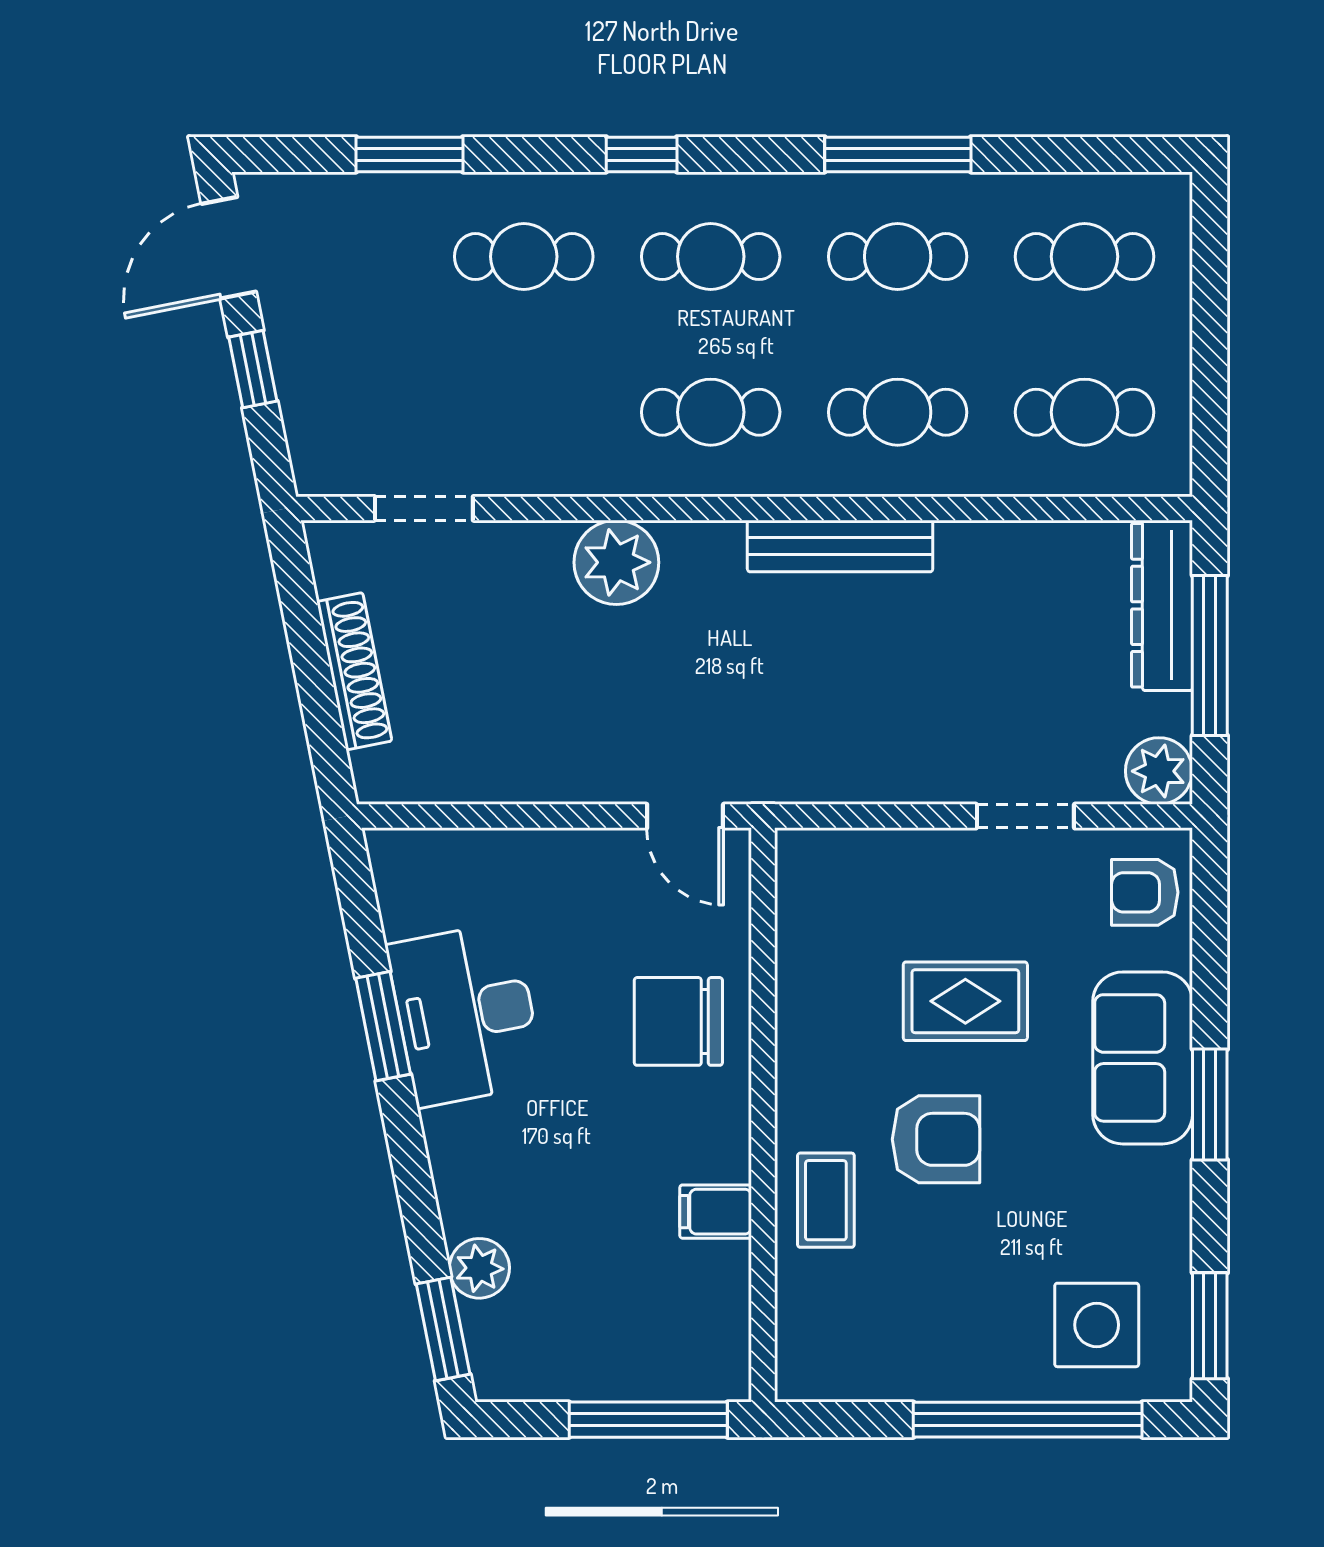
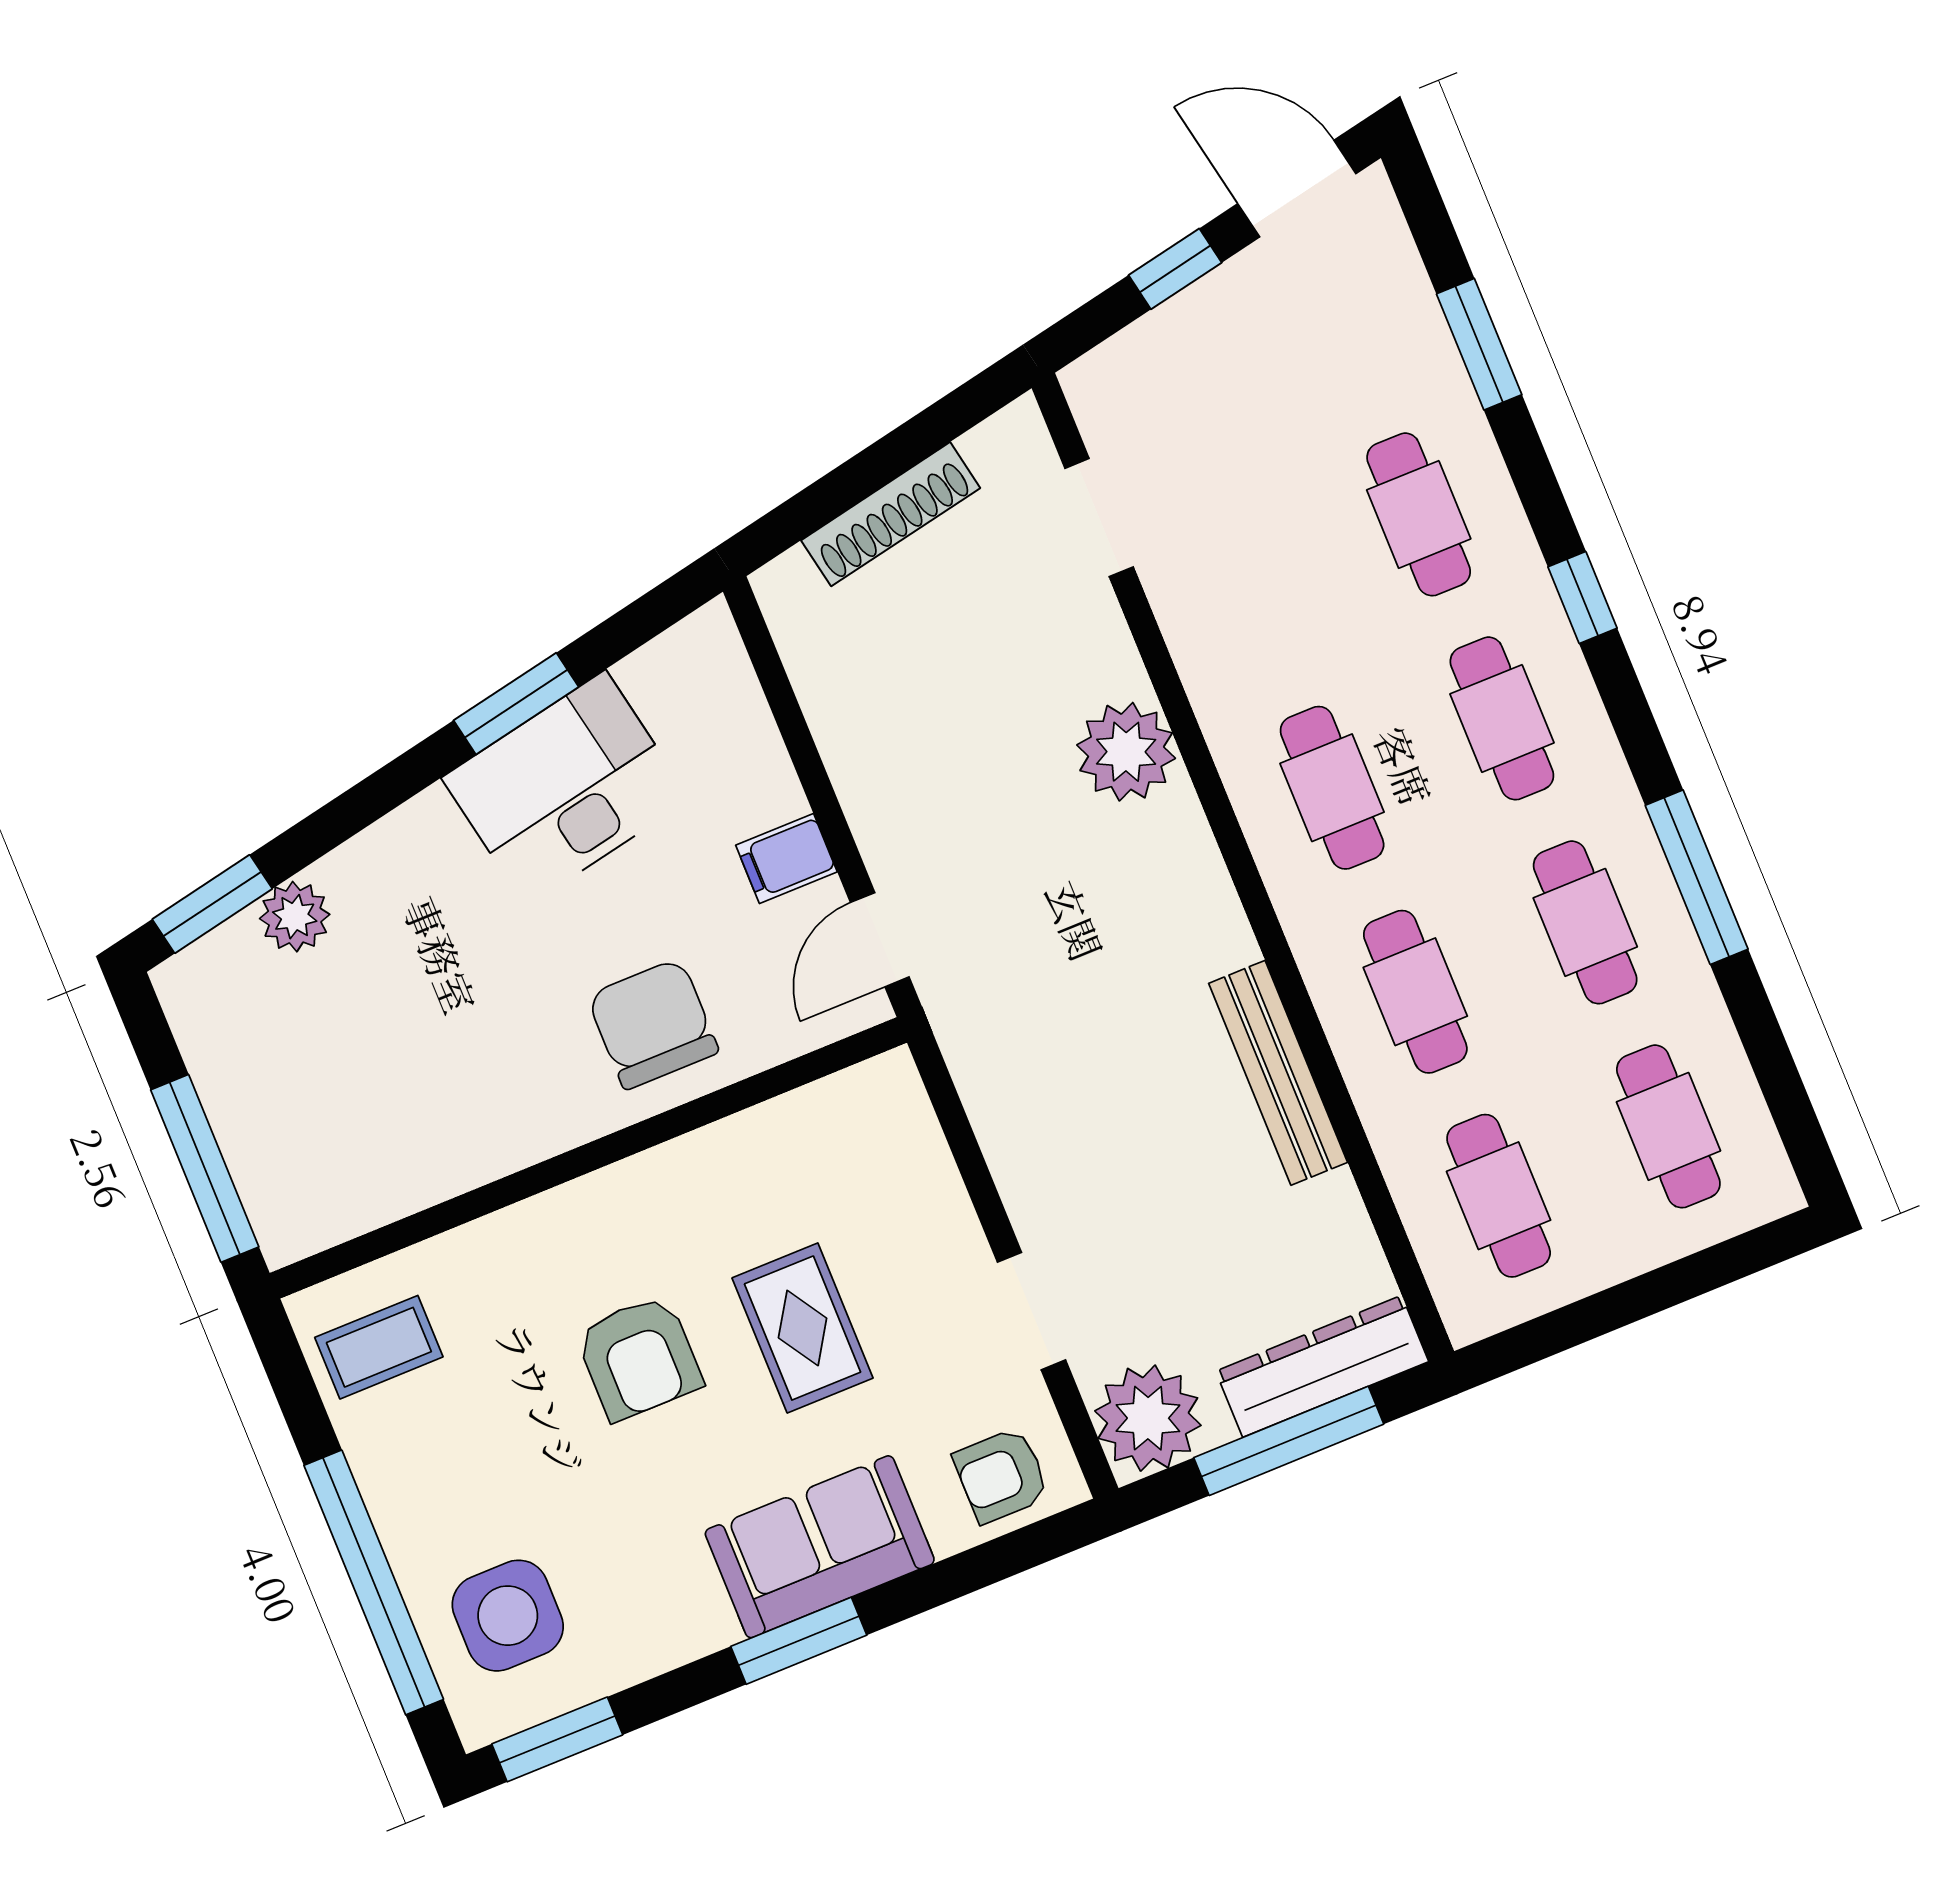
bench: (840, 546) -> (1278, 1073), moved
plant: (1159, 771) -> (1148, 1418), width x1.36, depth x1.36
armchair: (1145, 892) -> (1001, 1475), turned -90
coffee table: (826, 1200) -> (379, 1347), moved
filing cabinet: (716, 1212) -> (786, 859), moved, turned -90

